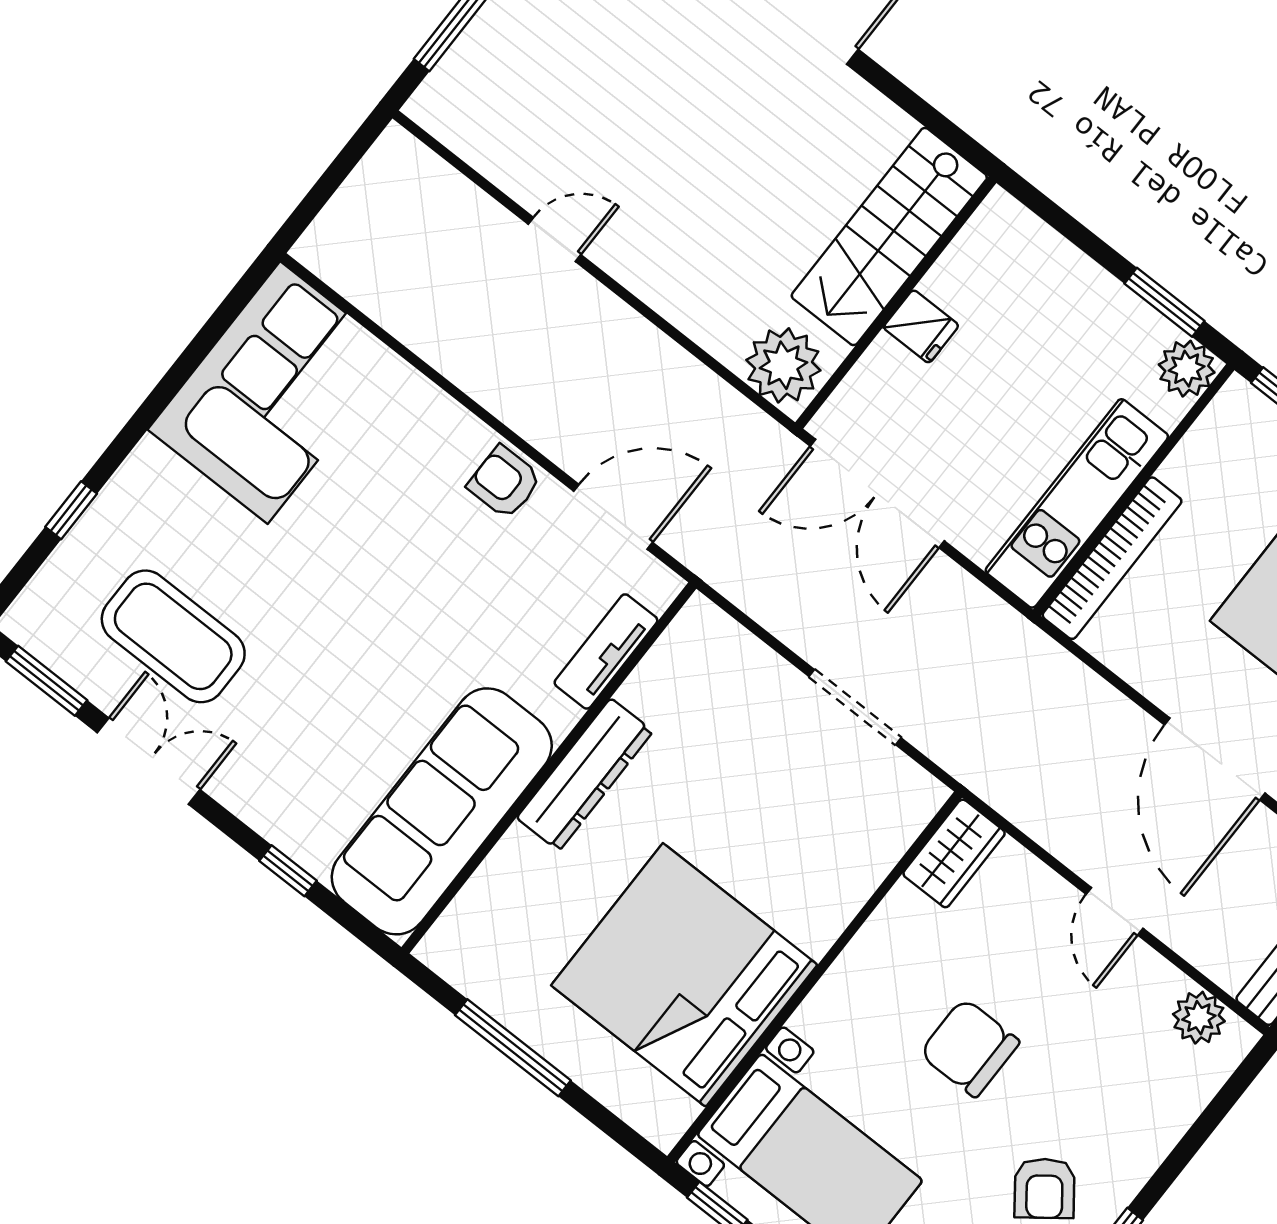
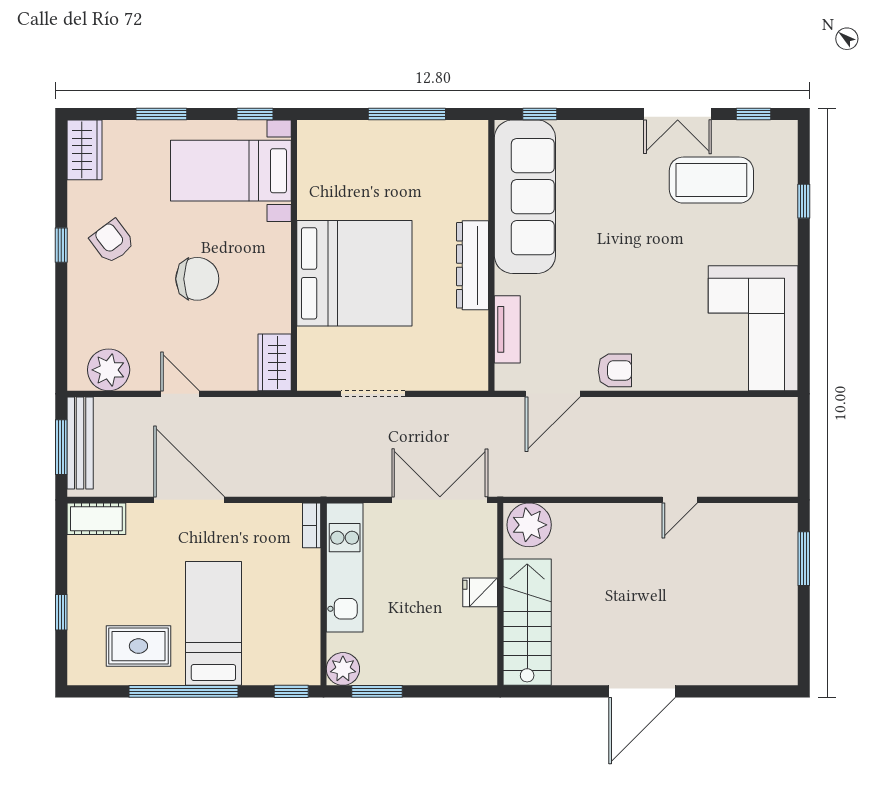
bookcase: (1112, 558) -> (312, 525), width x0.43, depth x0.76
window: (47, 681) -> (753, 114), width x0.67
window: (288, 871) -> (540, 114), moved
bed: (684, 975) -> (354, 273), moved
plant: (1199, 1018) -> (109, 370), width x1.36, depth x1.36

